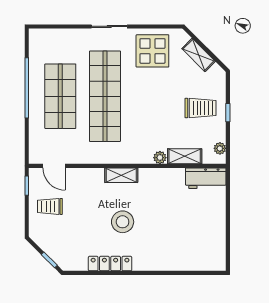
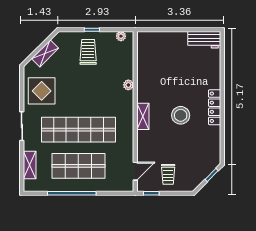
shelving: (185, 156) -> (30, 165), moved
workbench: (206, 178) -> (204, 40), moved, turned 90
locker: (110, 264) -> (215, 107), moved

